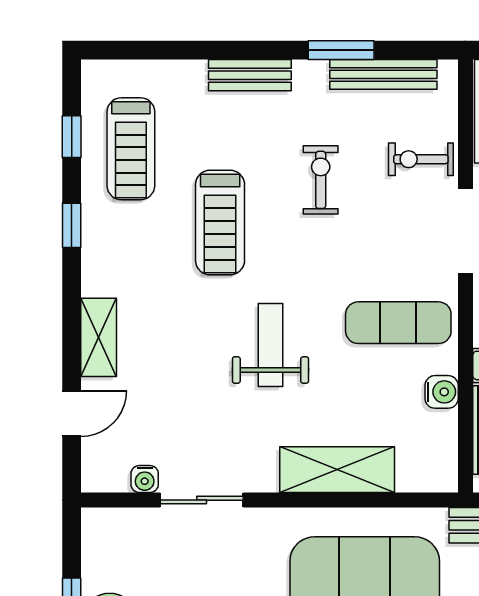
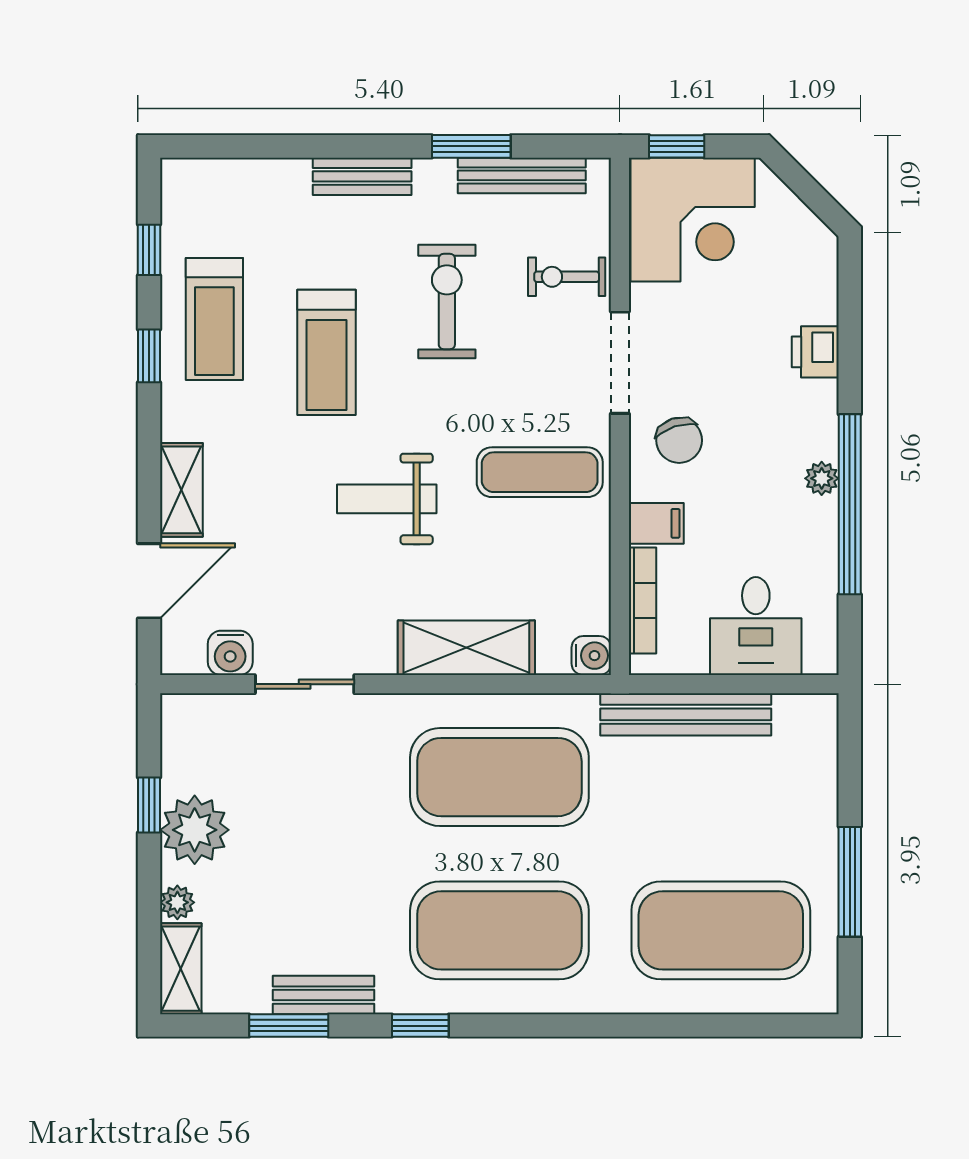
treadmill: (131, 149) -> (214, 319), moved
exercise bike: (321, 180) -> (447, 301), width x1.38, depth x1.39
weight bench: (270, 345) -> (387, 499), turned -90
water cooler: (442, 392) -> (591, 656), moved
door: (72, 414) -> (149, 581), width x1.38
water cooler: (145, 479) -> (230, 653), width x1.38, depth x1.38

